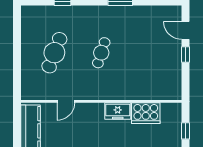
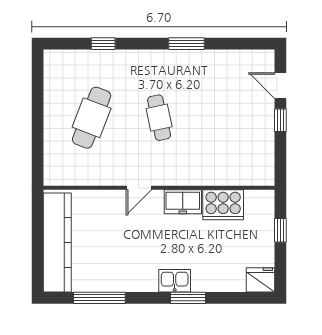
cafe table: (101, 53) -> (159, 118), turned -30
door: (66, 101) -> (139, 188), moved

